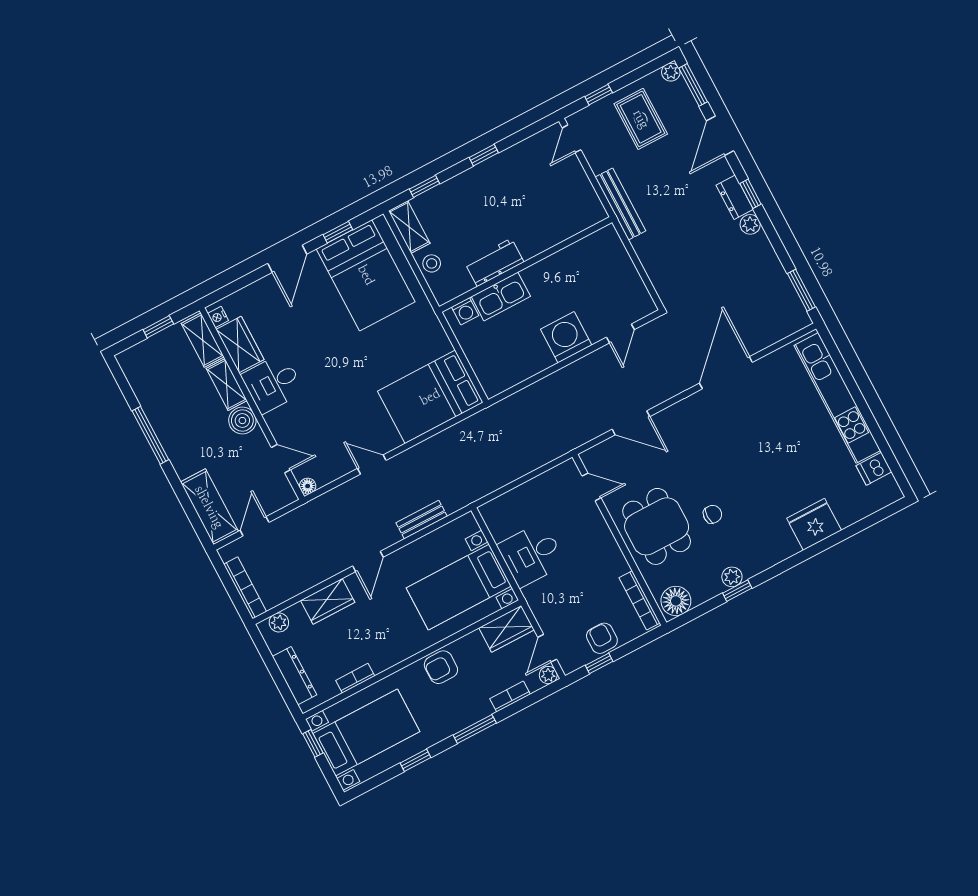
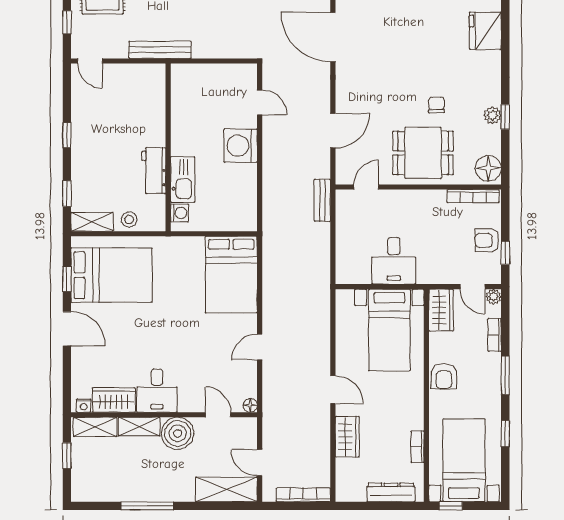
boiler: (242, 421) -> (178, 433), width x1.37, depth x1.37
door: (281, 459) -> (218, 415), hinge flipped
bench: (422, 520) -> (322, 200), moved
plant: (279, 623) -> (344, 483), removed

